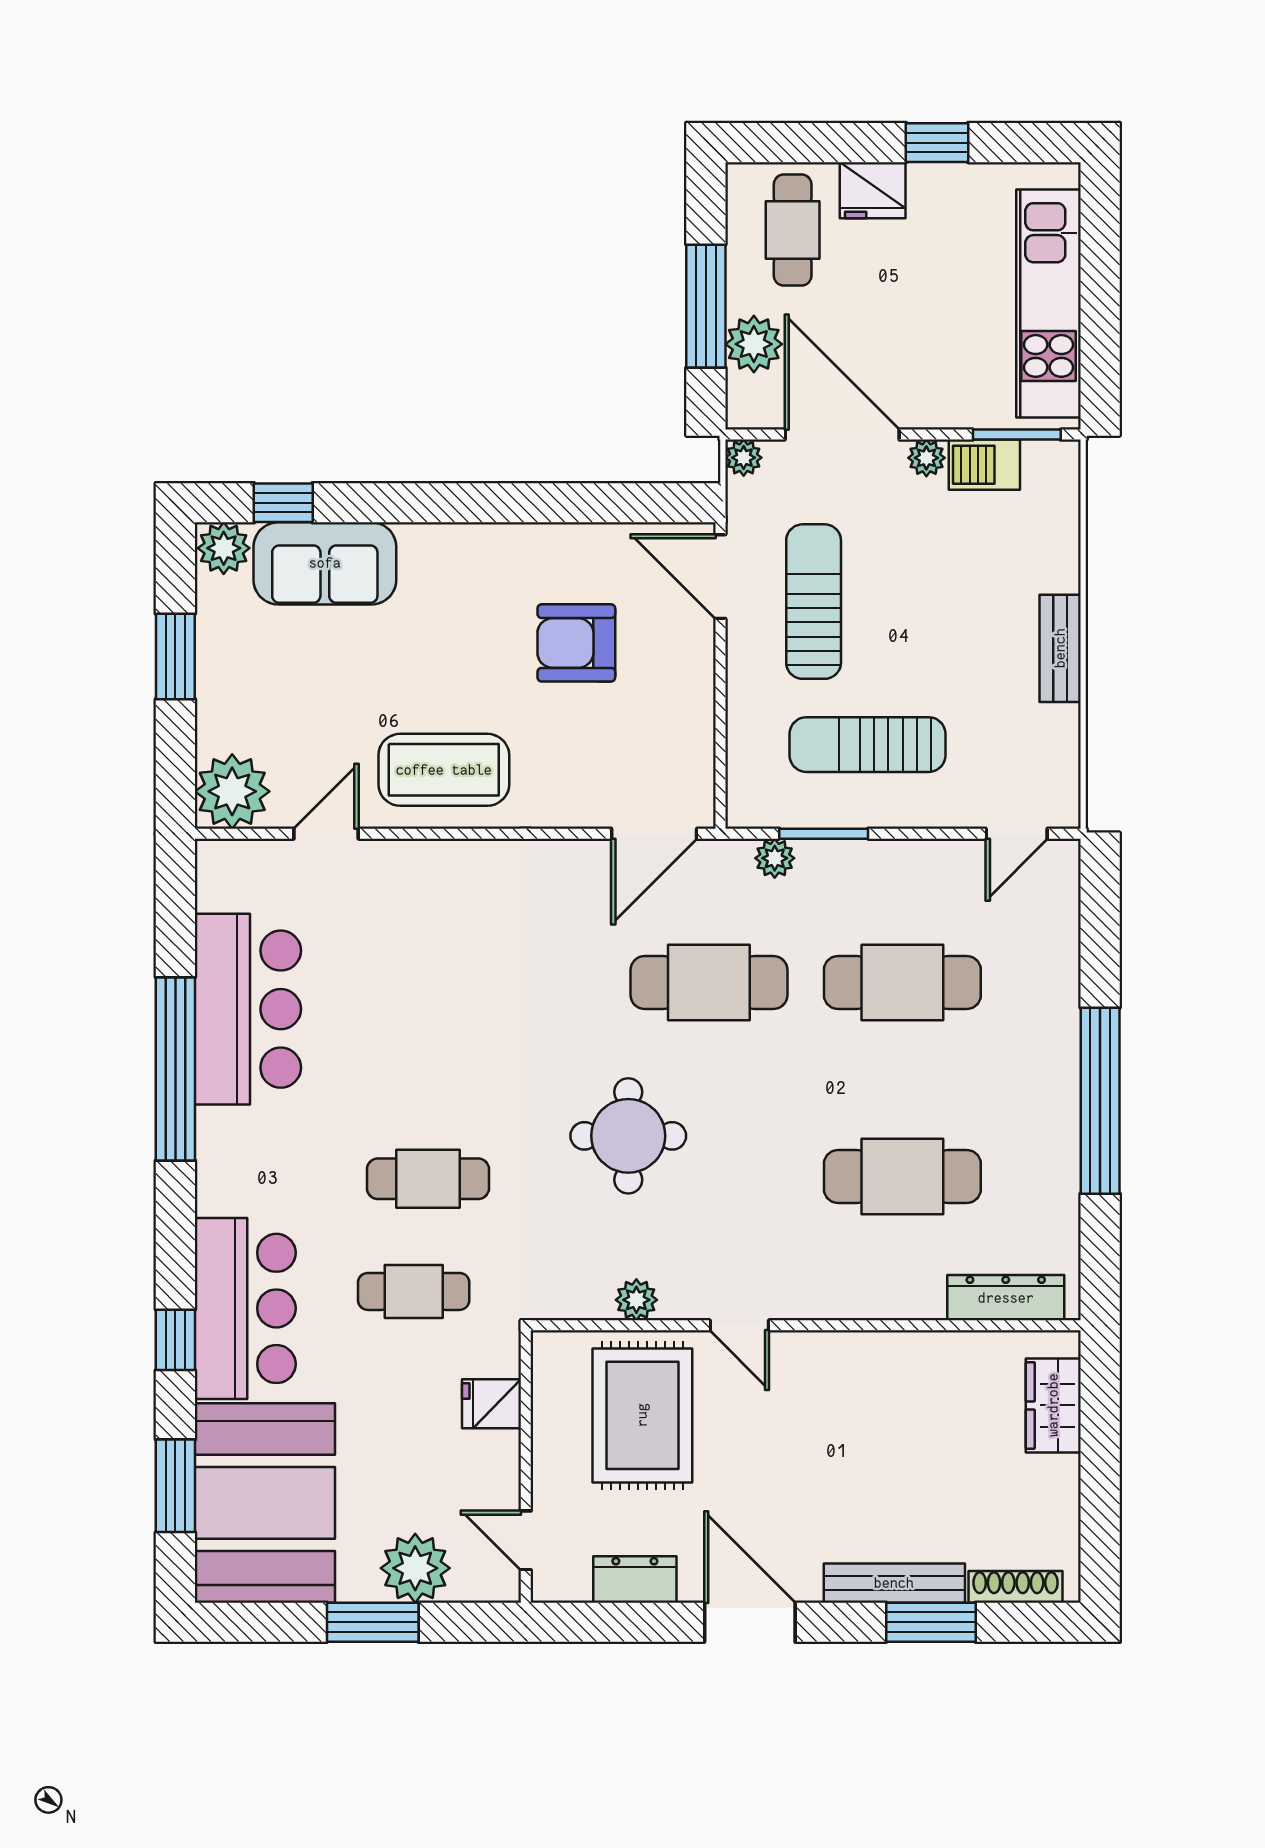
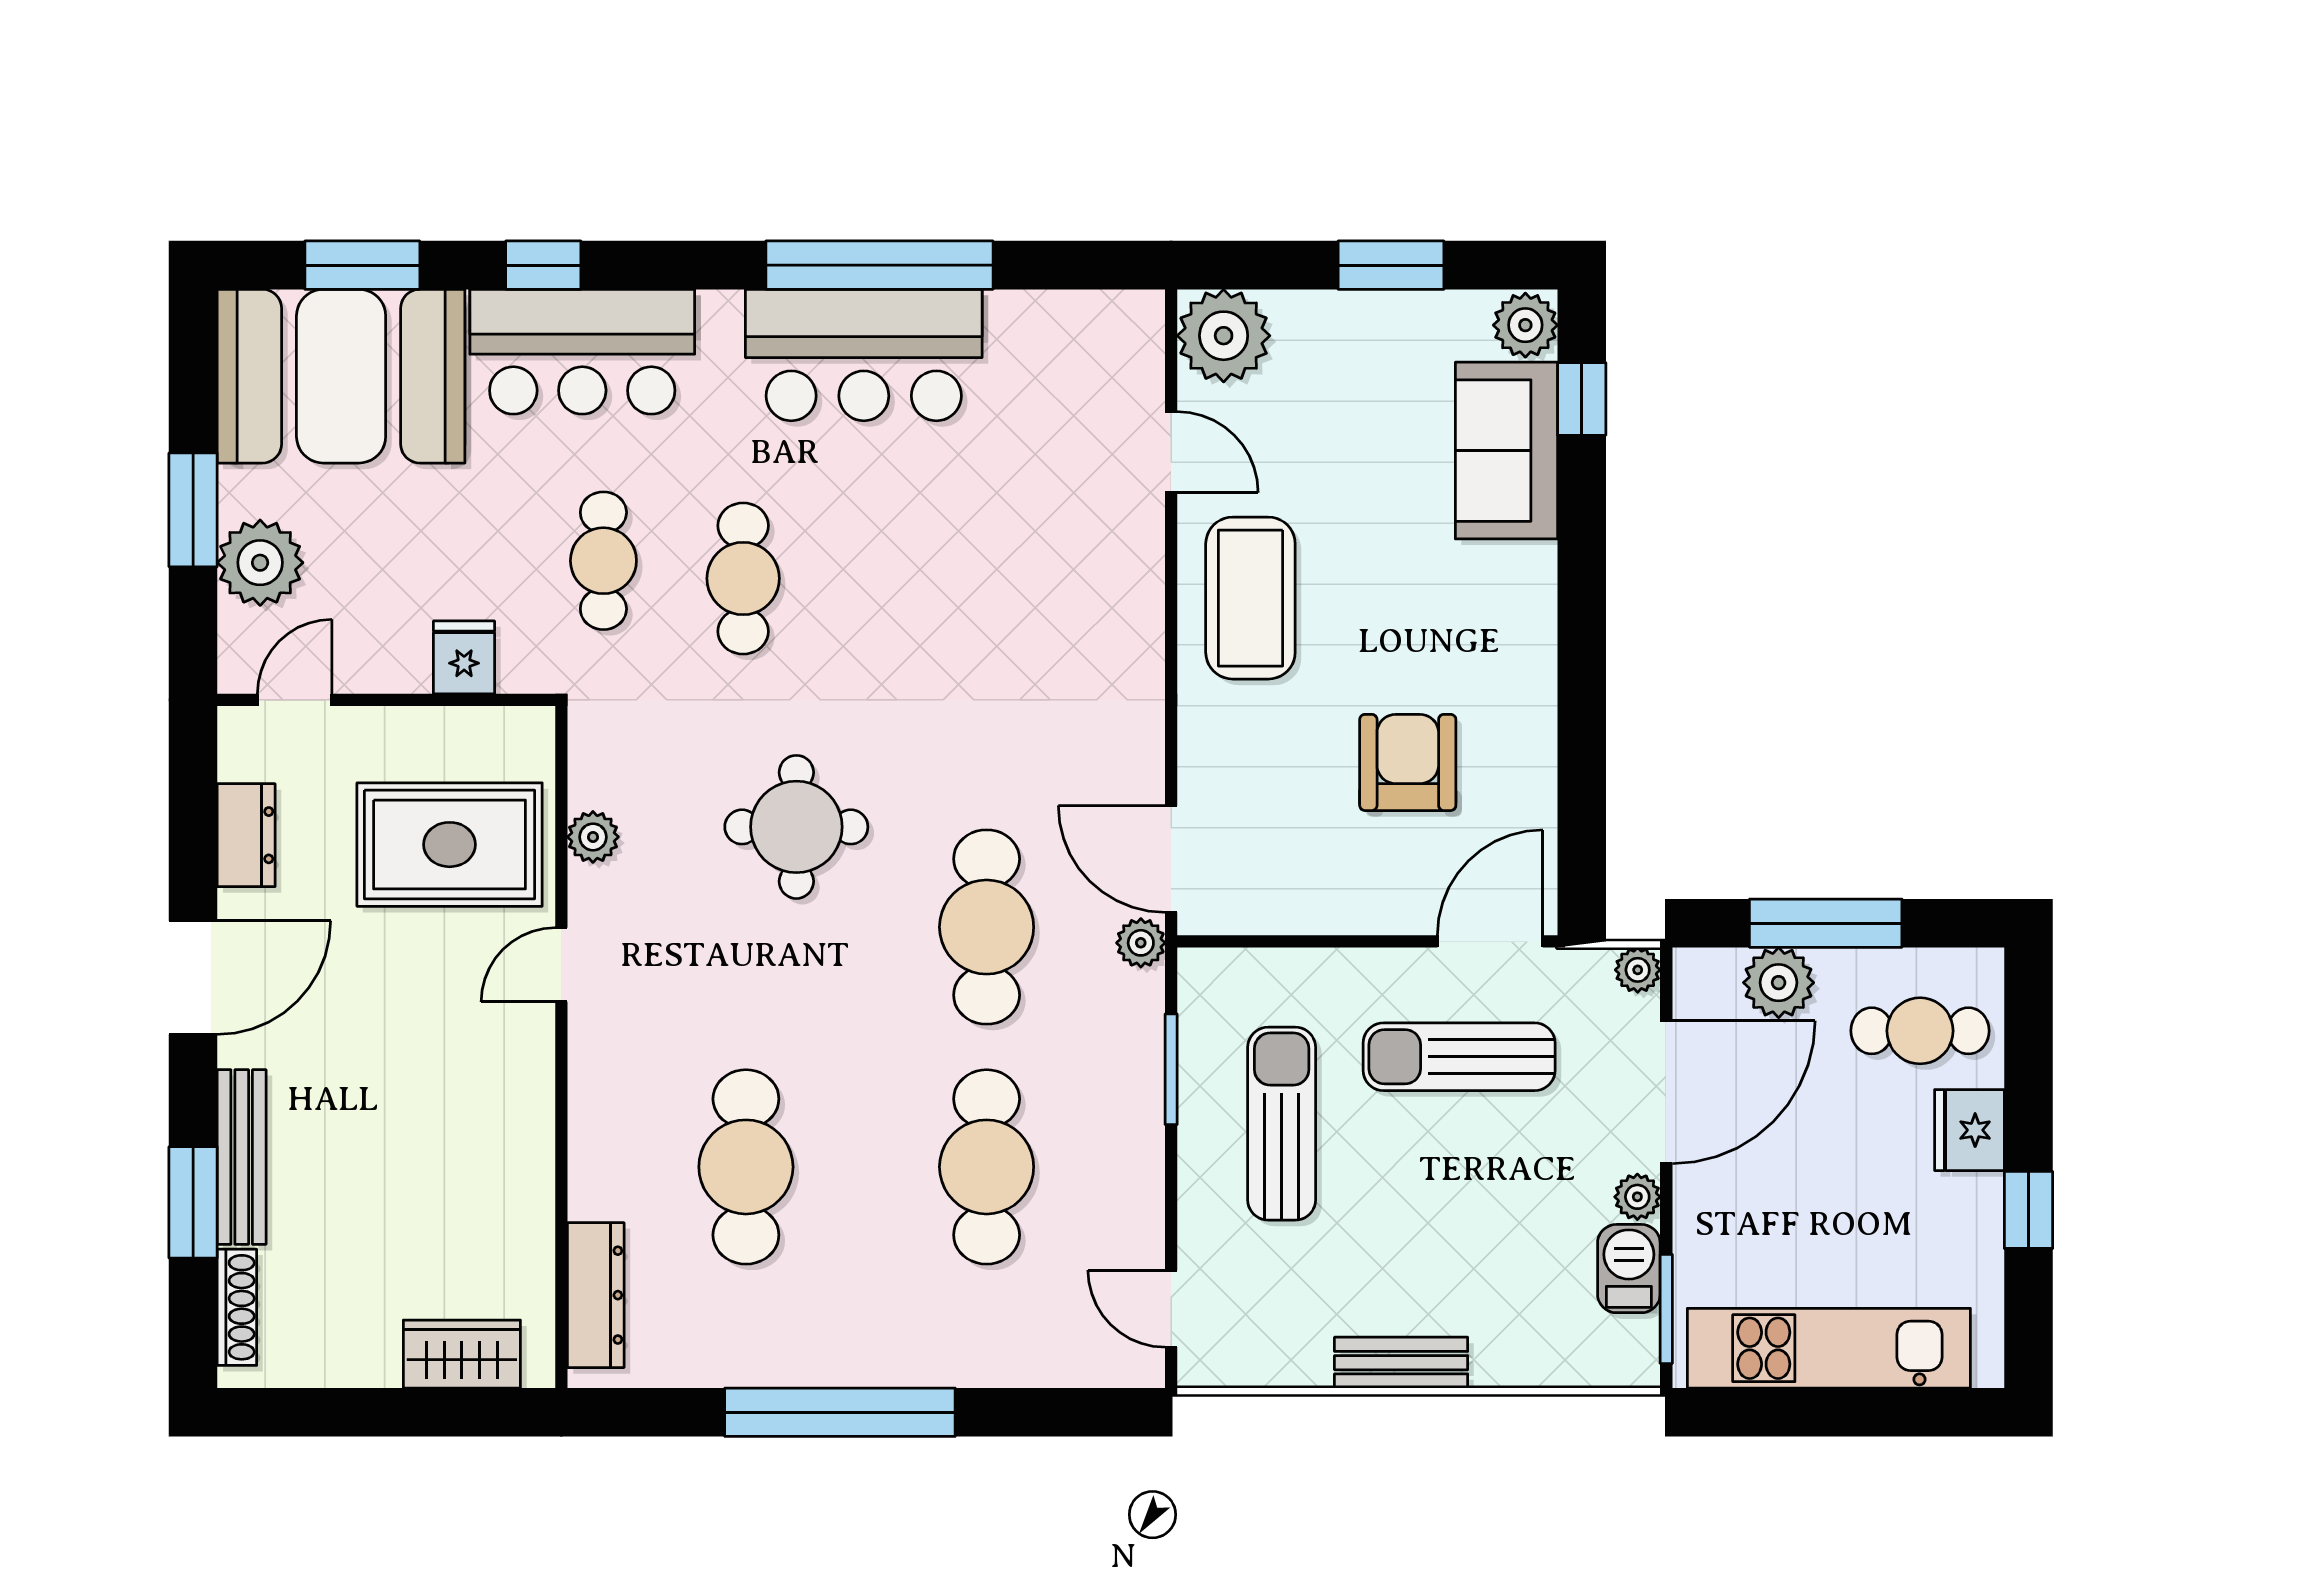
sun lounger: (814, 602) -> (1459, 1057), turned 180
plant: (775, 858) -> (1141, 943), moved
bar counter: (248, 1009) -> (864, 355), moved

